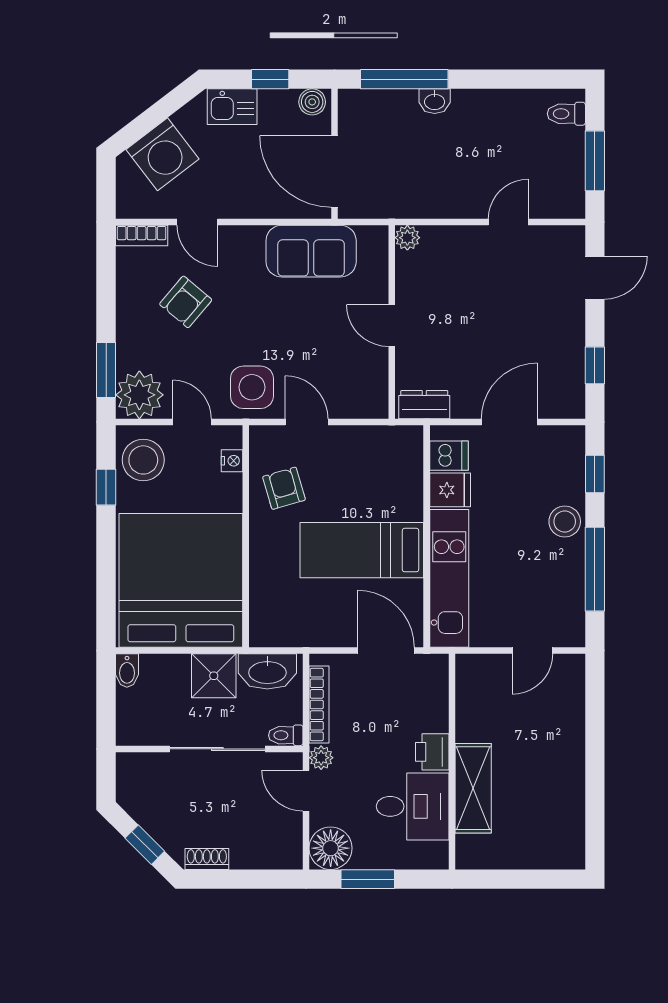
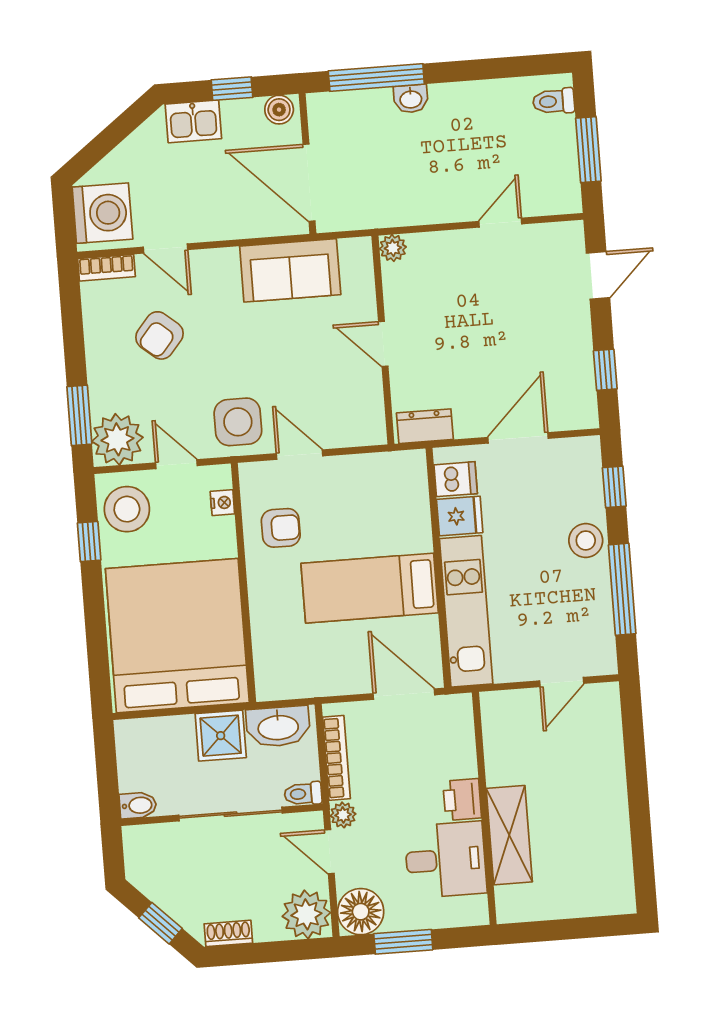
washing machine: (163, 154) -> (102, 213), moved, turned -53
armchair: (284, 488) -> (281, 528), turned 106
bidet: (127, 671) -> (138, 805), moved, turned -90
plant: (280, 847) -> (306, 914), added

